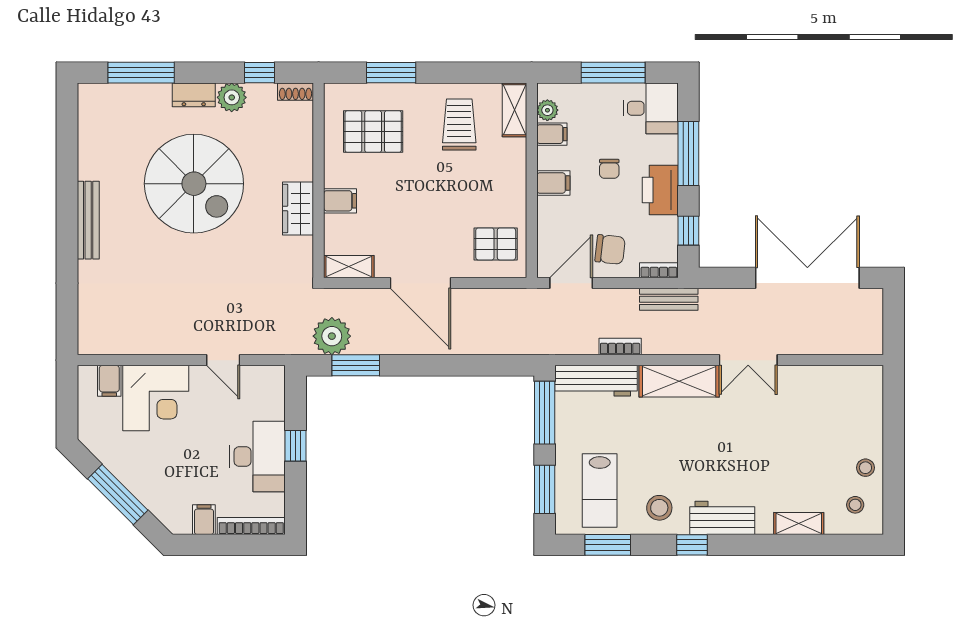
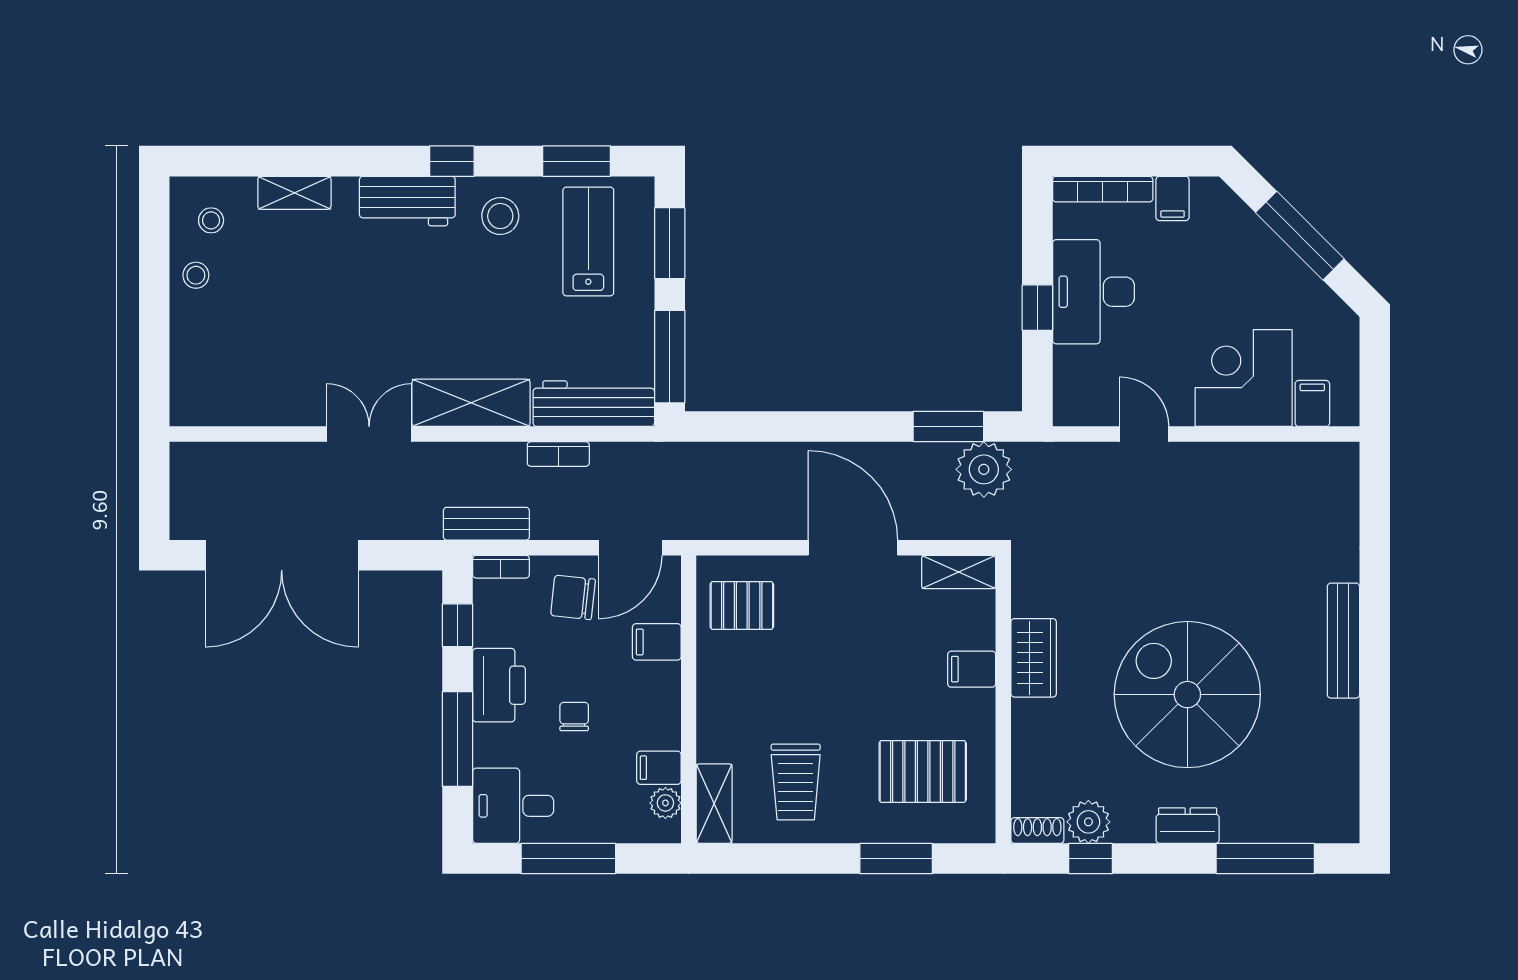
plant: (232, 97) -> (1088, 822), moved
filing cabinet: (553, 183) -> (657, 642), moved

